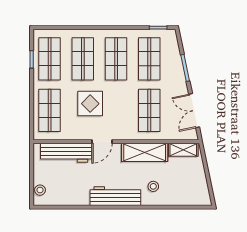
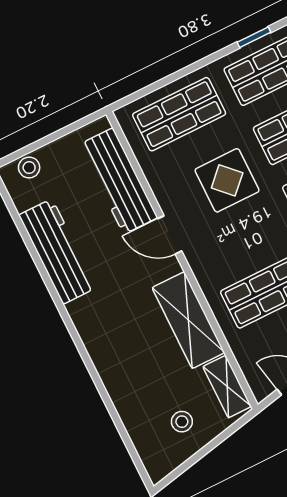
stool: (153, 186) -> (182, 422), moved
workbench: (115, 196) -> (57, 251), moved

